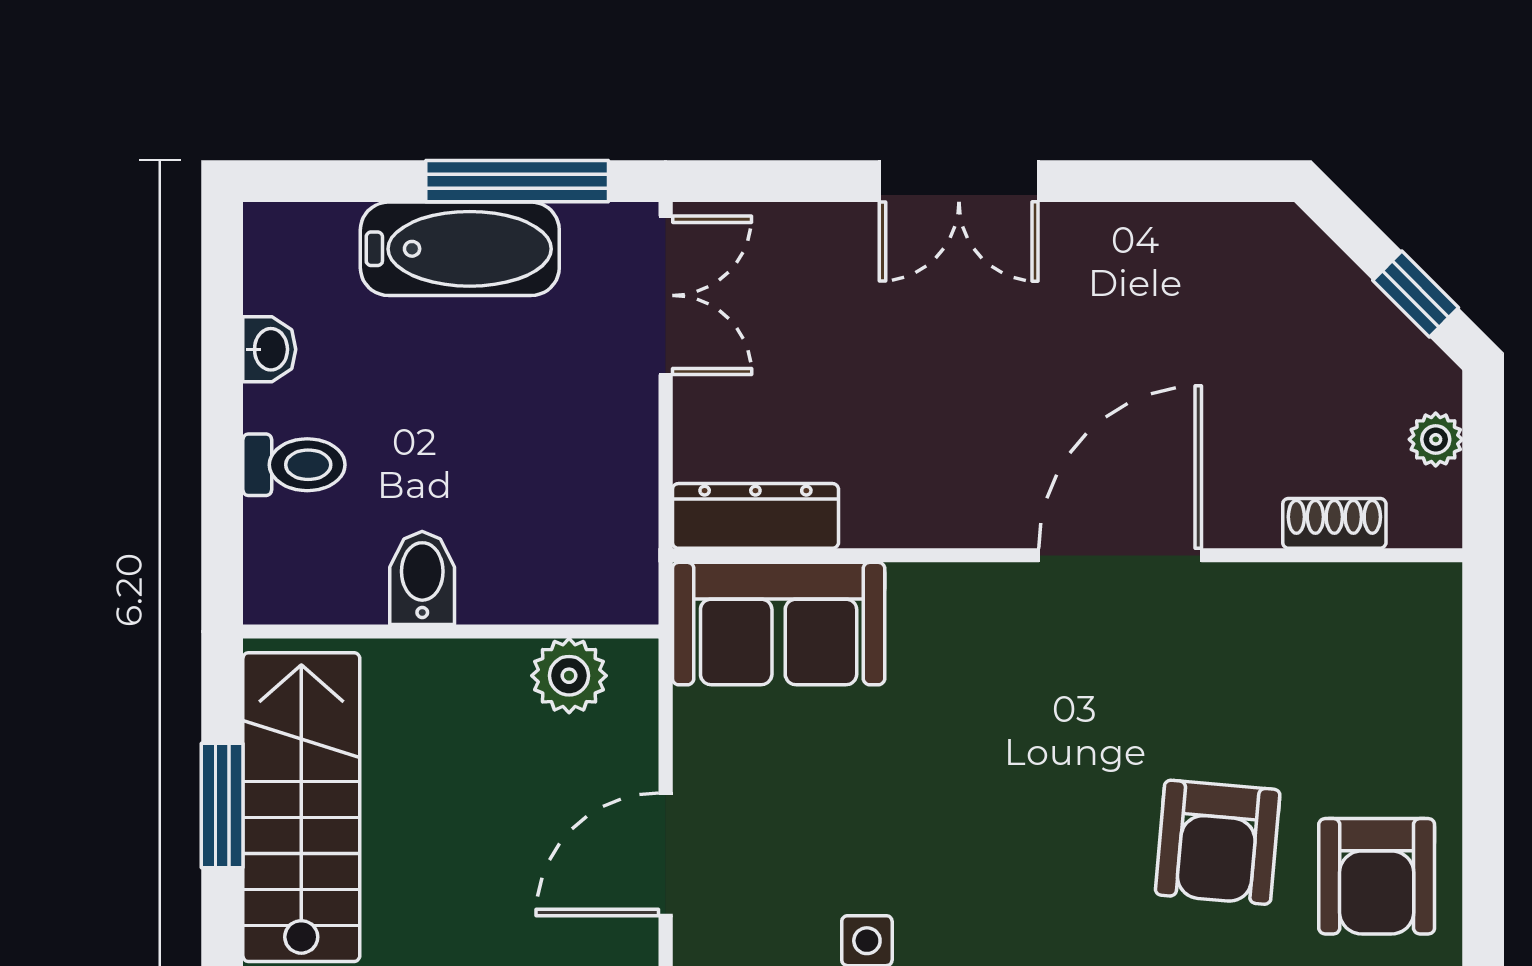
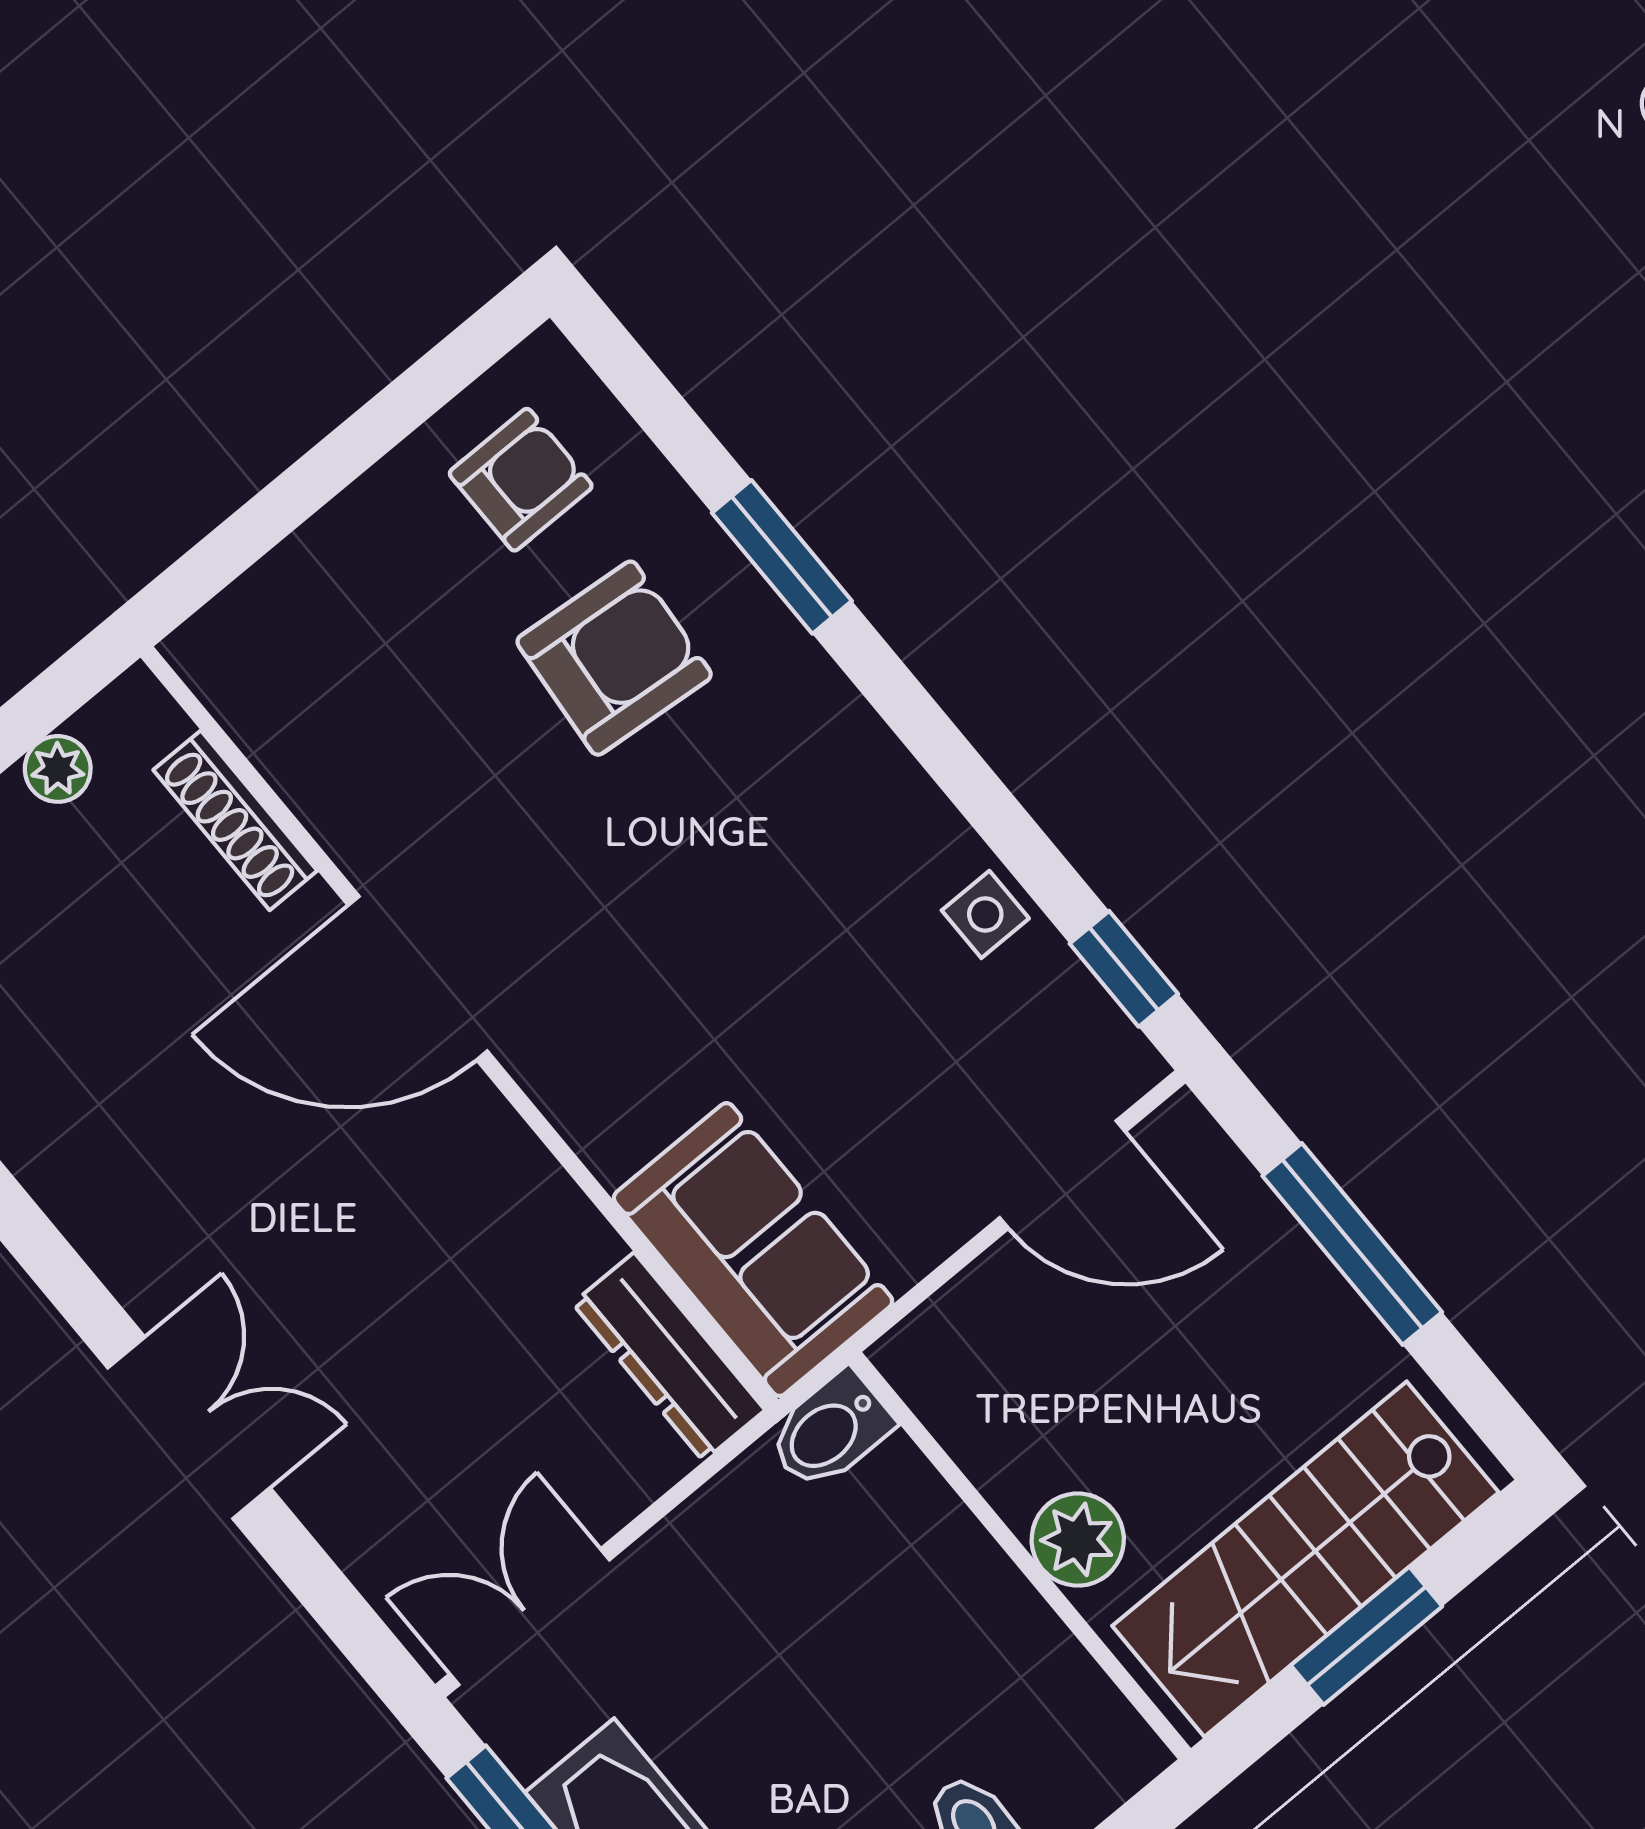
shoe rack: (1334, 523) -> (235, 820), width x1.43
bidet: (422, 578) -> (830, 1431), moved
plant: (569, 676) -> (1078, 1540), moved
armchair: (1377, 876) -> (521, 480), width x0.72, depth x0.72

